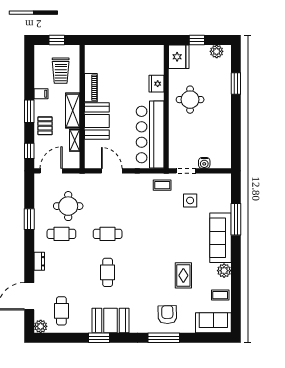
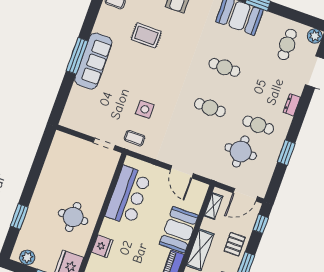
bar counter: (150, 135) -> (128, 196), width x0.73
shelving: (75, 140) -> (213, 206), moved
water cooler: (204, 163) -> (82, 145), removed
side table: (190, 200) -> (145, 109), moved
window: (236, 219) -> (77, 56), moved
plant: (224, 271) -> (102, 25), removed
cafe table: (108, 272) -> (224, 67), turned 90
rug: (183, 275) -> (146, 36), turned 90

